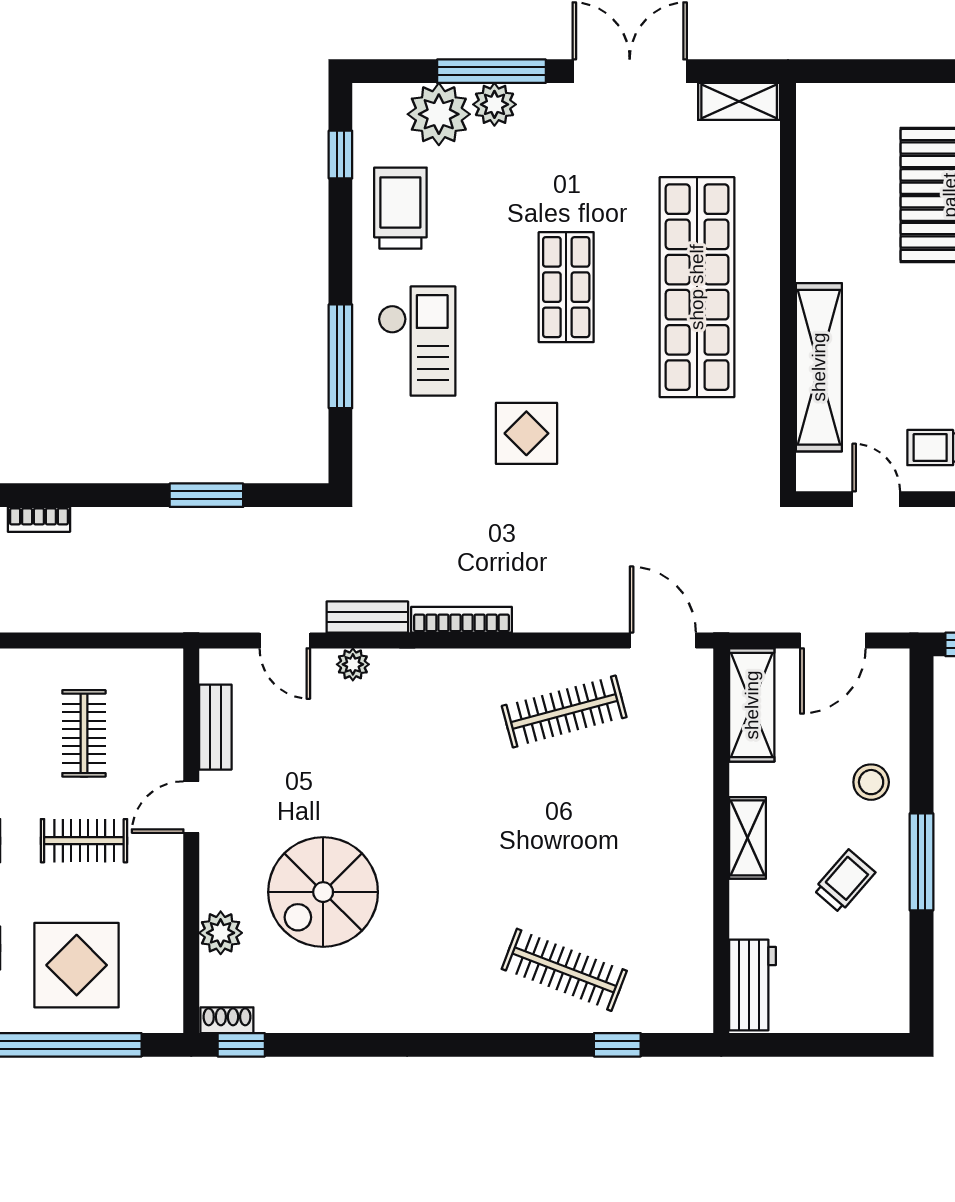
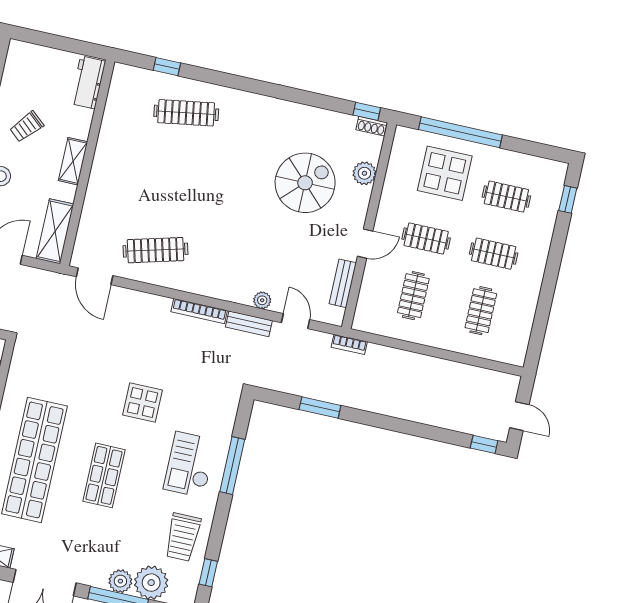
bookcase: (39, 519) -> (349, 344), moved, turned 180
clothes rail: (564, 970) -> (186, 113), turned -30

